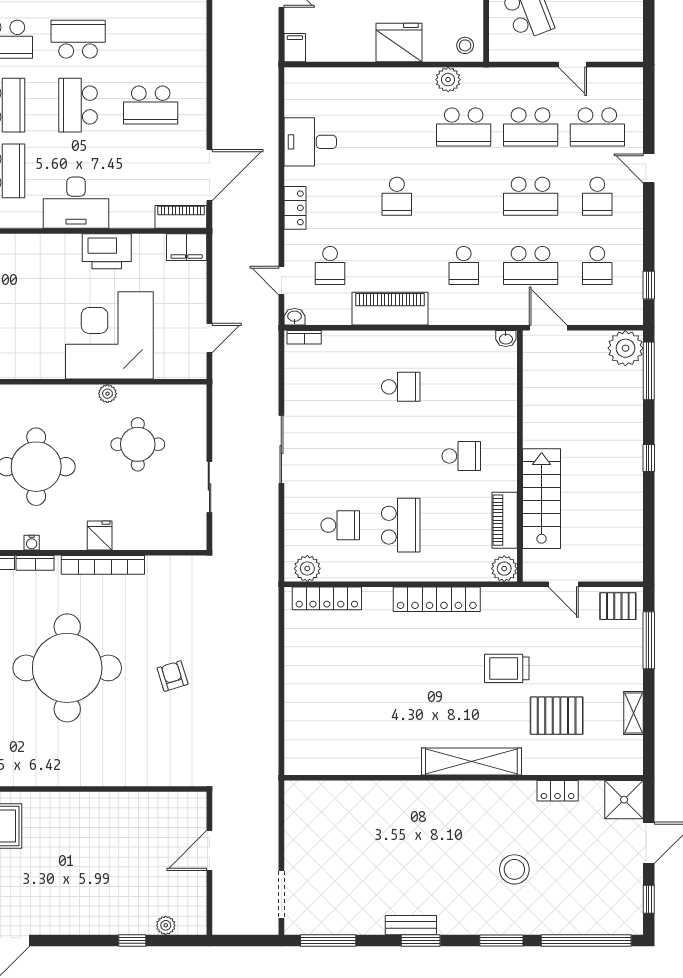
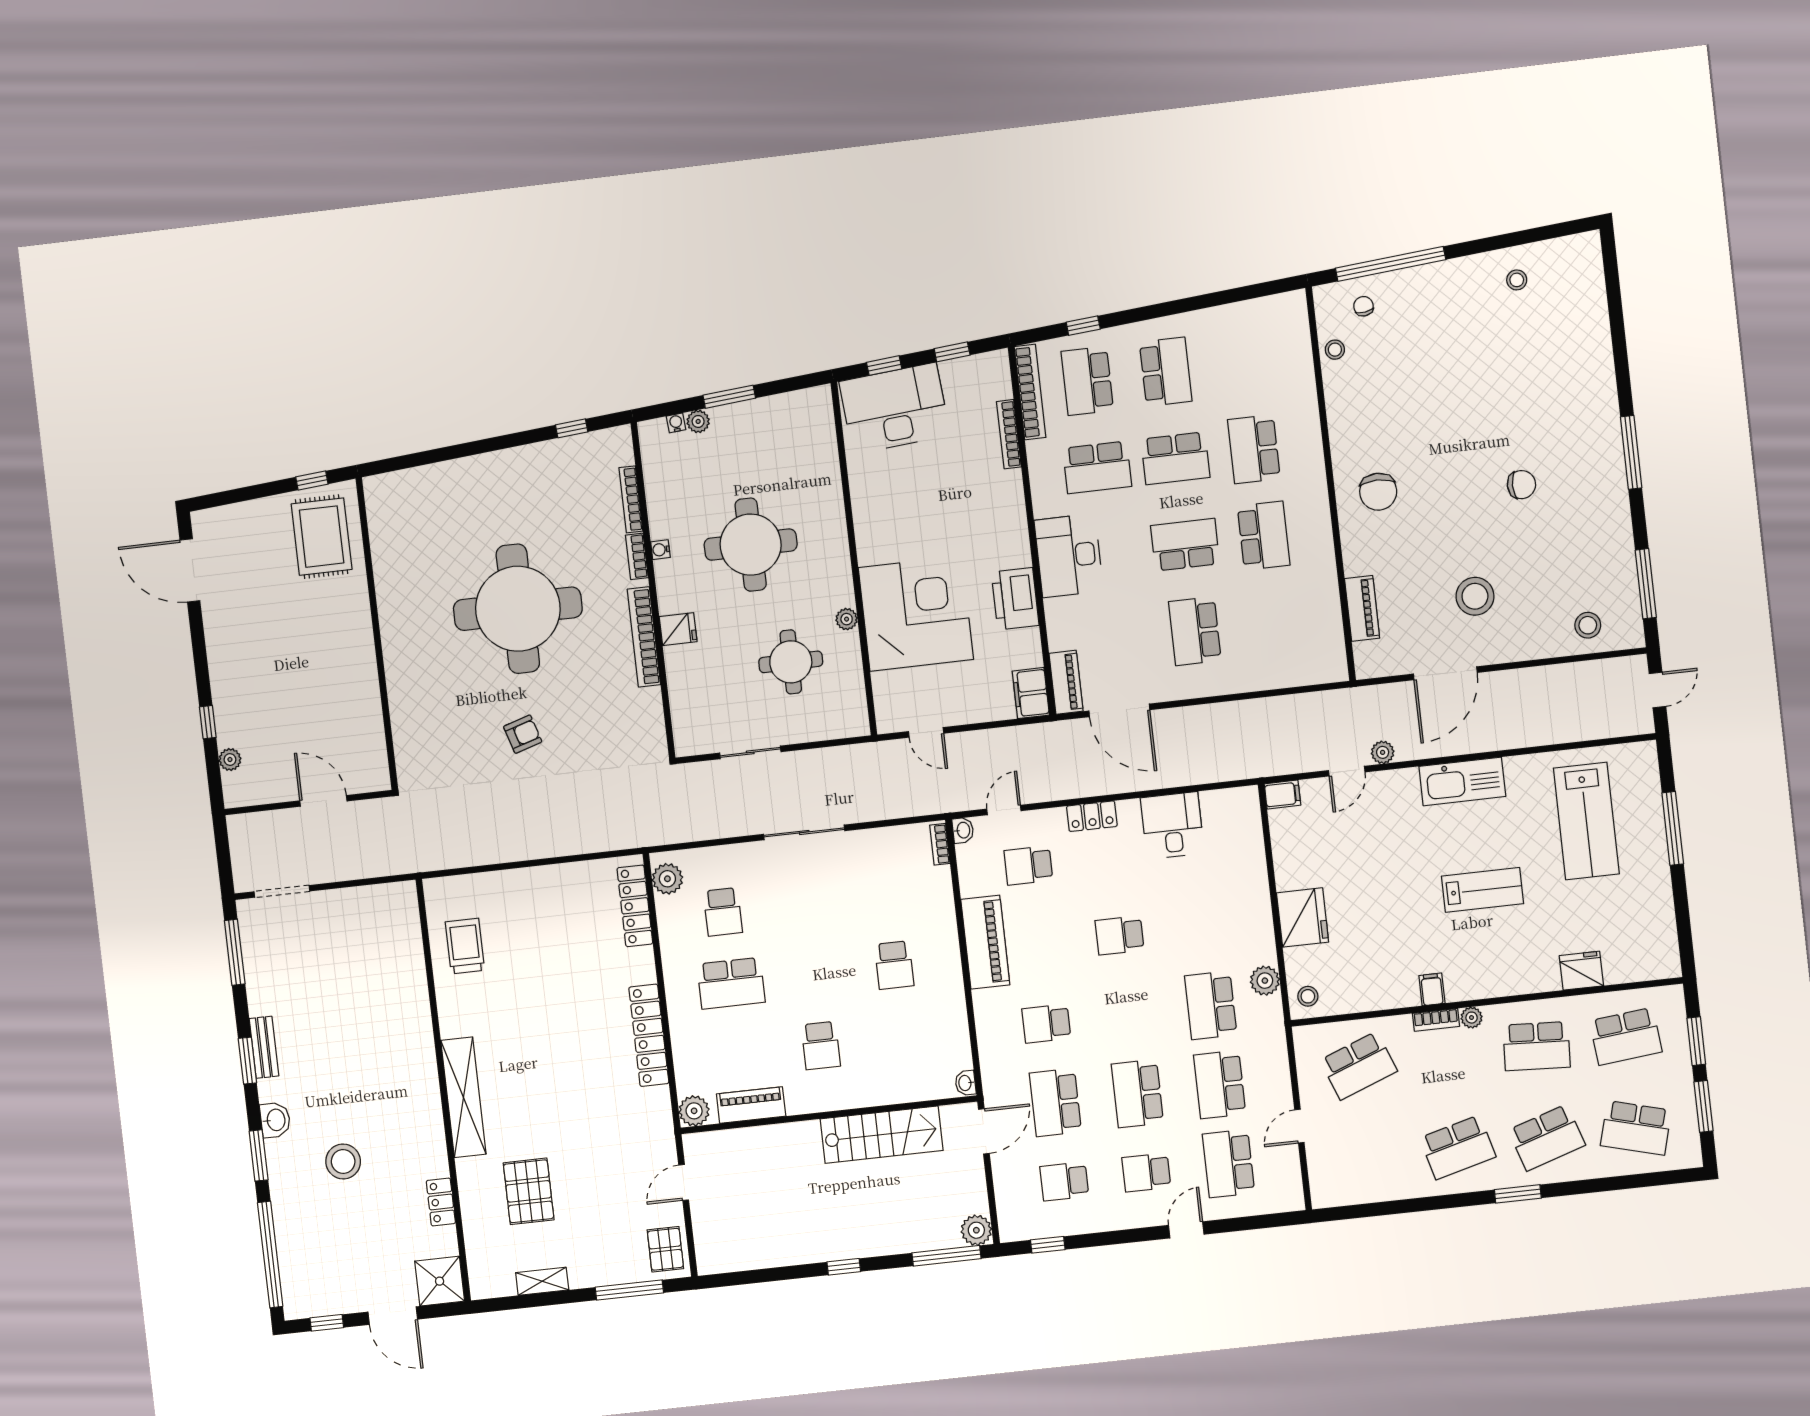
plant: (625, 348) -> (976, 1230), width x0.73, depth x0.73
stairs: (542, 499) -> (882, 1135), moved
trolley: (507, 668) -> (465, 946), moved
washbasin: (473, 923) -> (275, 1120), added

